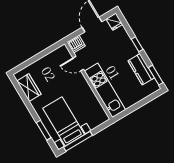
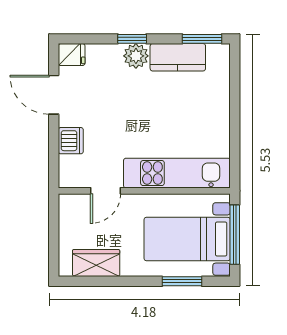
plant: (131, 50) -> (136, 56), added
door: (78, 64) -> (105, 191), moved
wall: (89, 81) -> (144, 191), moved
kitchen unit: (105, 90) -> (177, 173), moved

